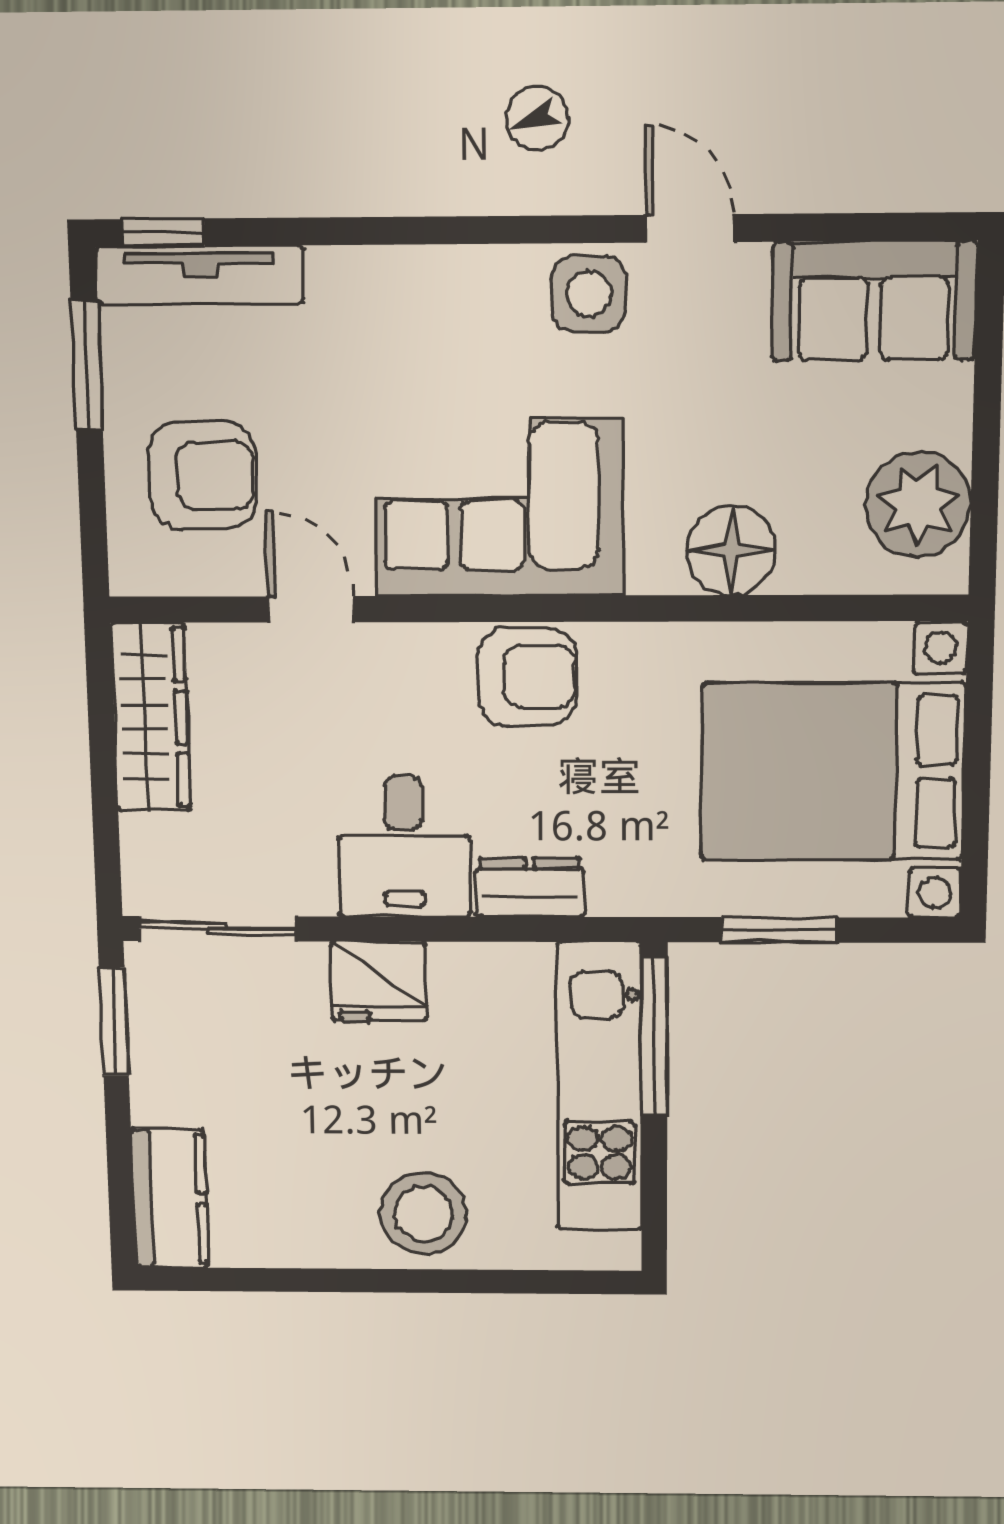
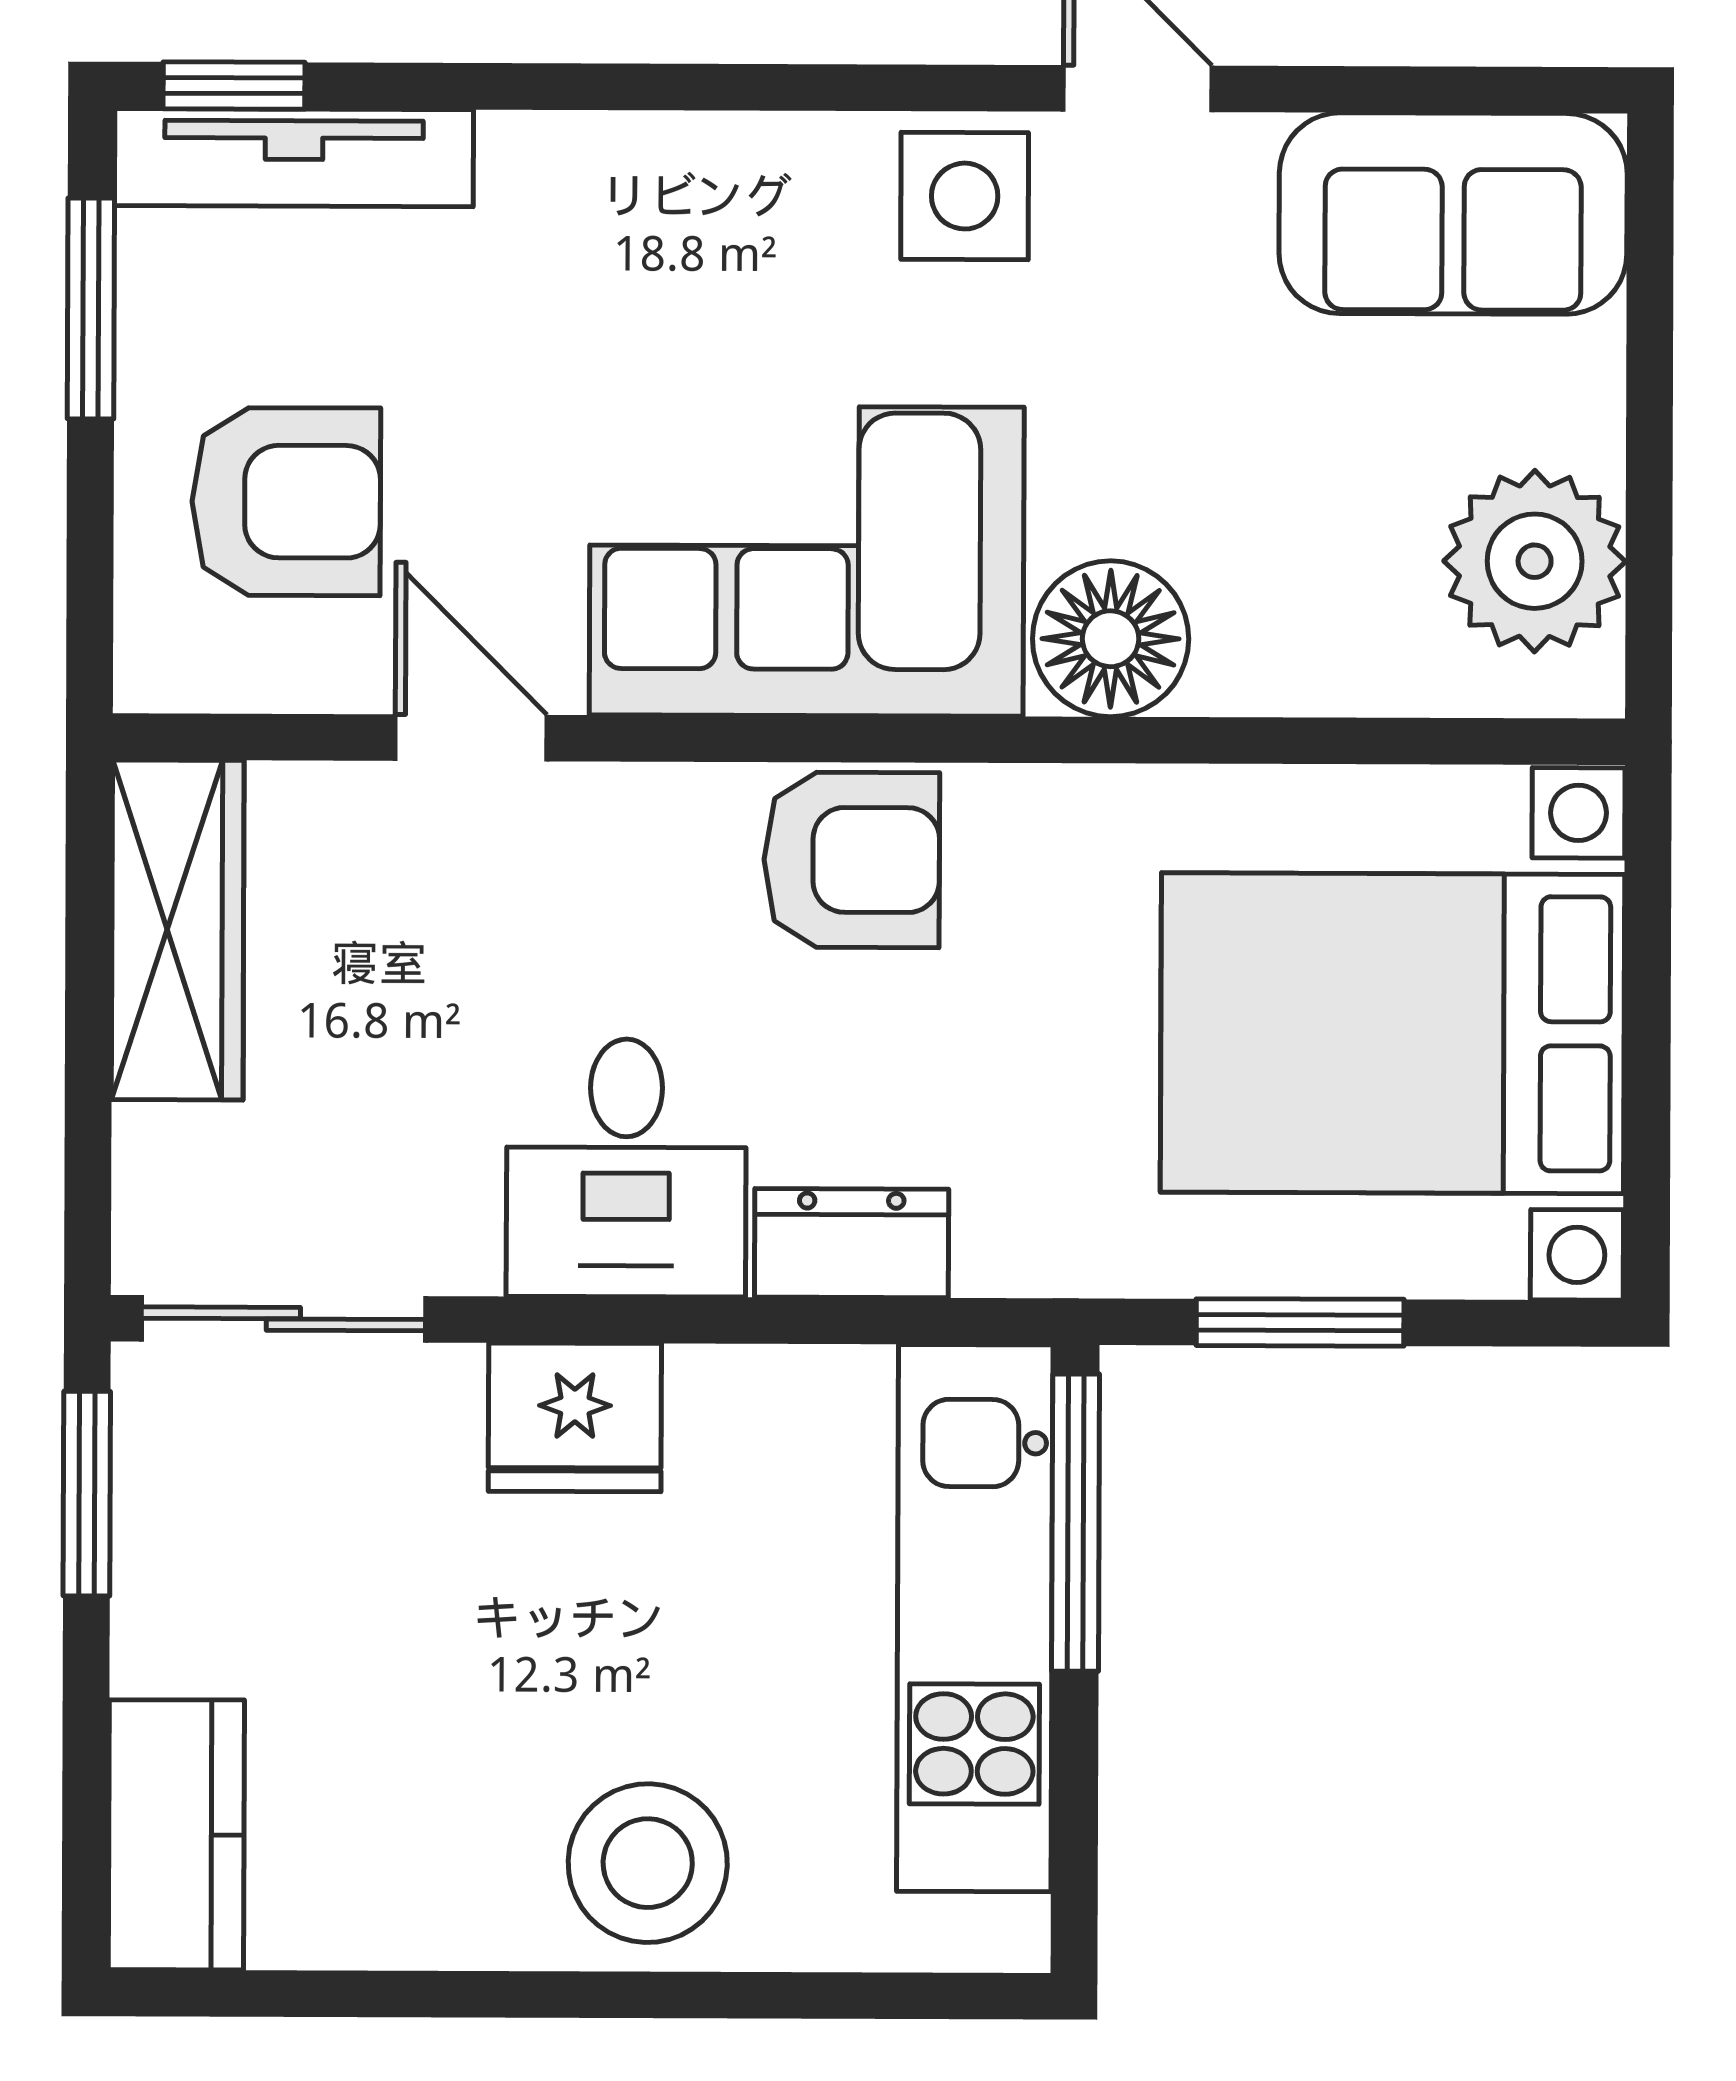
floor lamp: (731, 551) -> (1111, 639), moved

